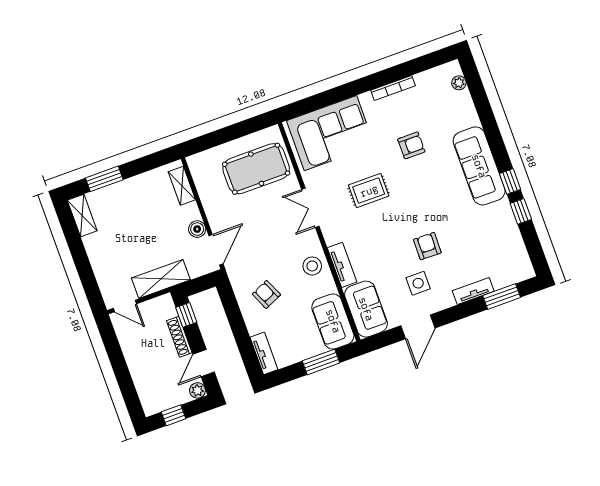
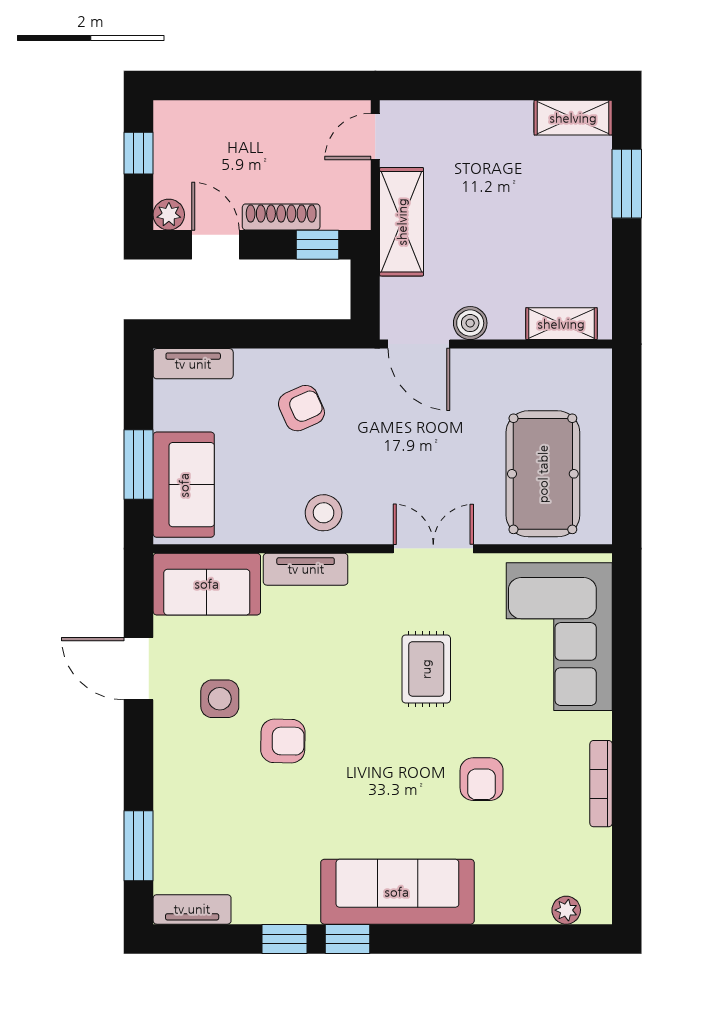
tv unit: (473, 291) -> (192, 909), moved, turned -90
sofa: (333, 321) -> (184, 485), moved, turned 90

